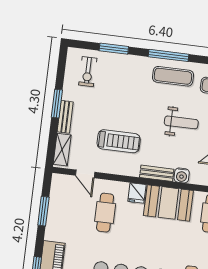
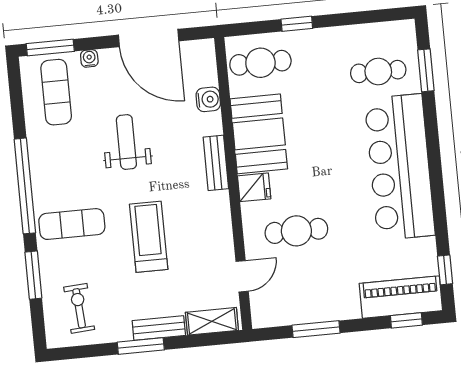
window: (169, 55) -> (25, 186), width x1.46
exercise bike: (88, 72) -> (79, 308), turned -94
exercise mat: (173, 76) -> (72, 224), moved, turned 90
treadmill: (119, 141) -> (149, 237), moved
water cooler: (182, 175) -> (208, 99), moved

